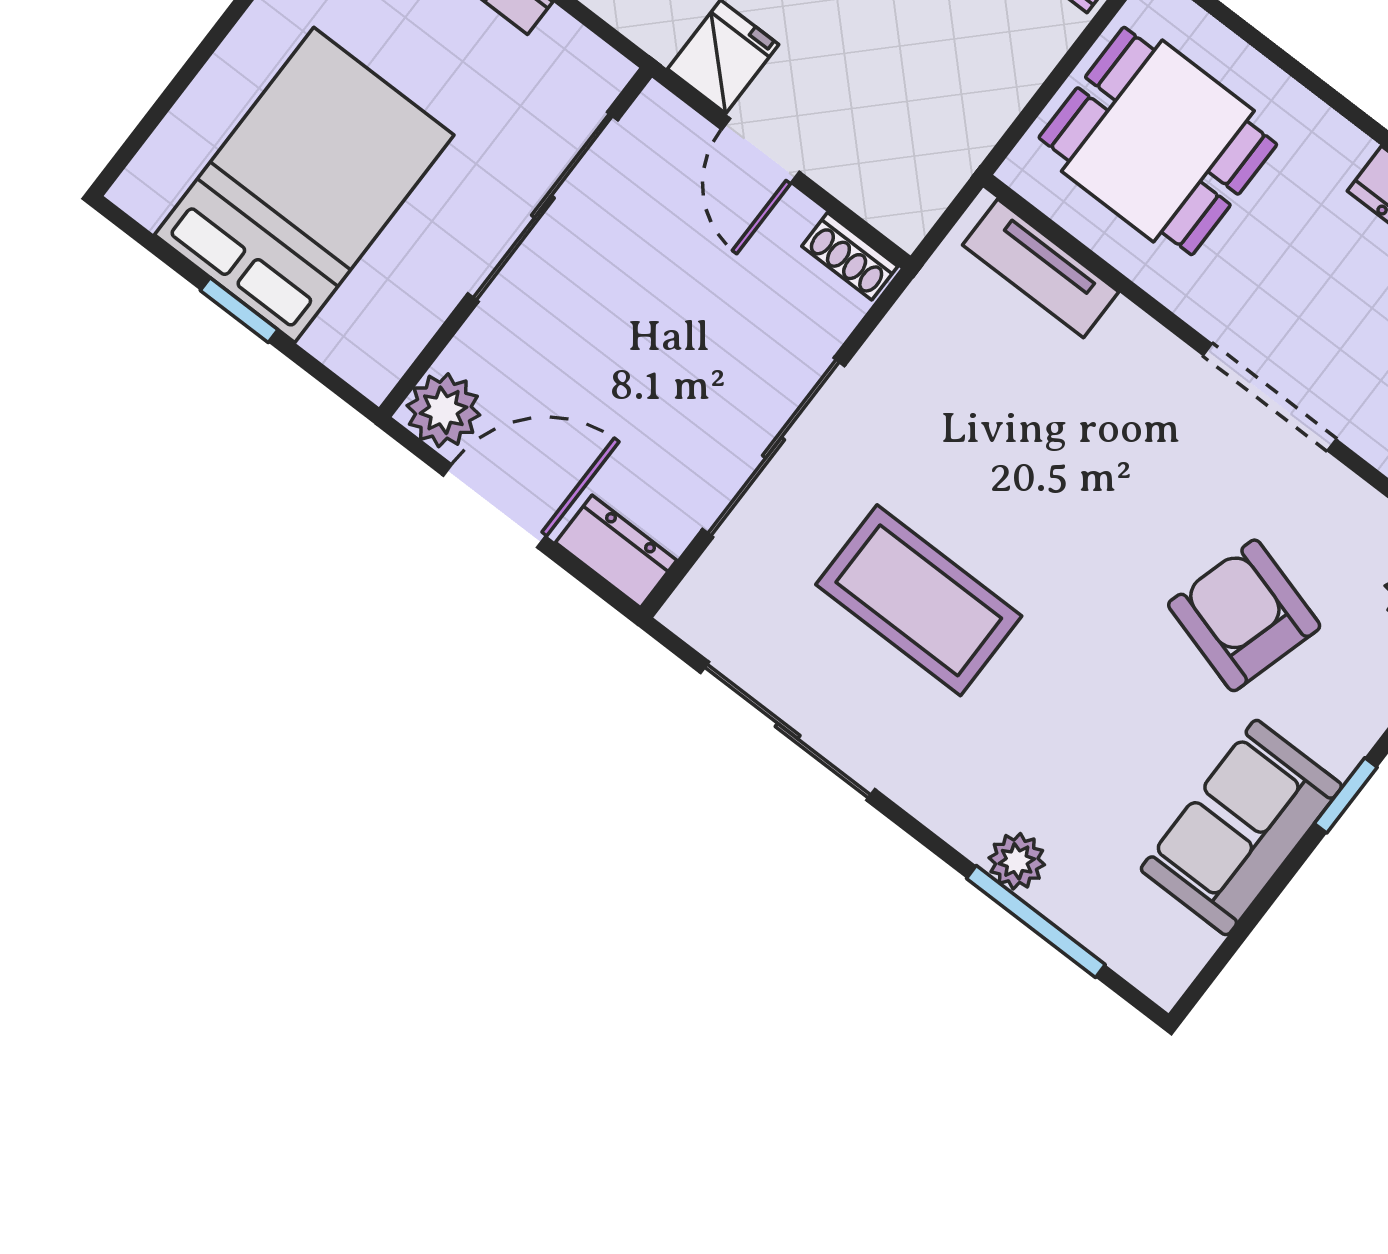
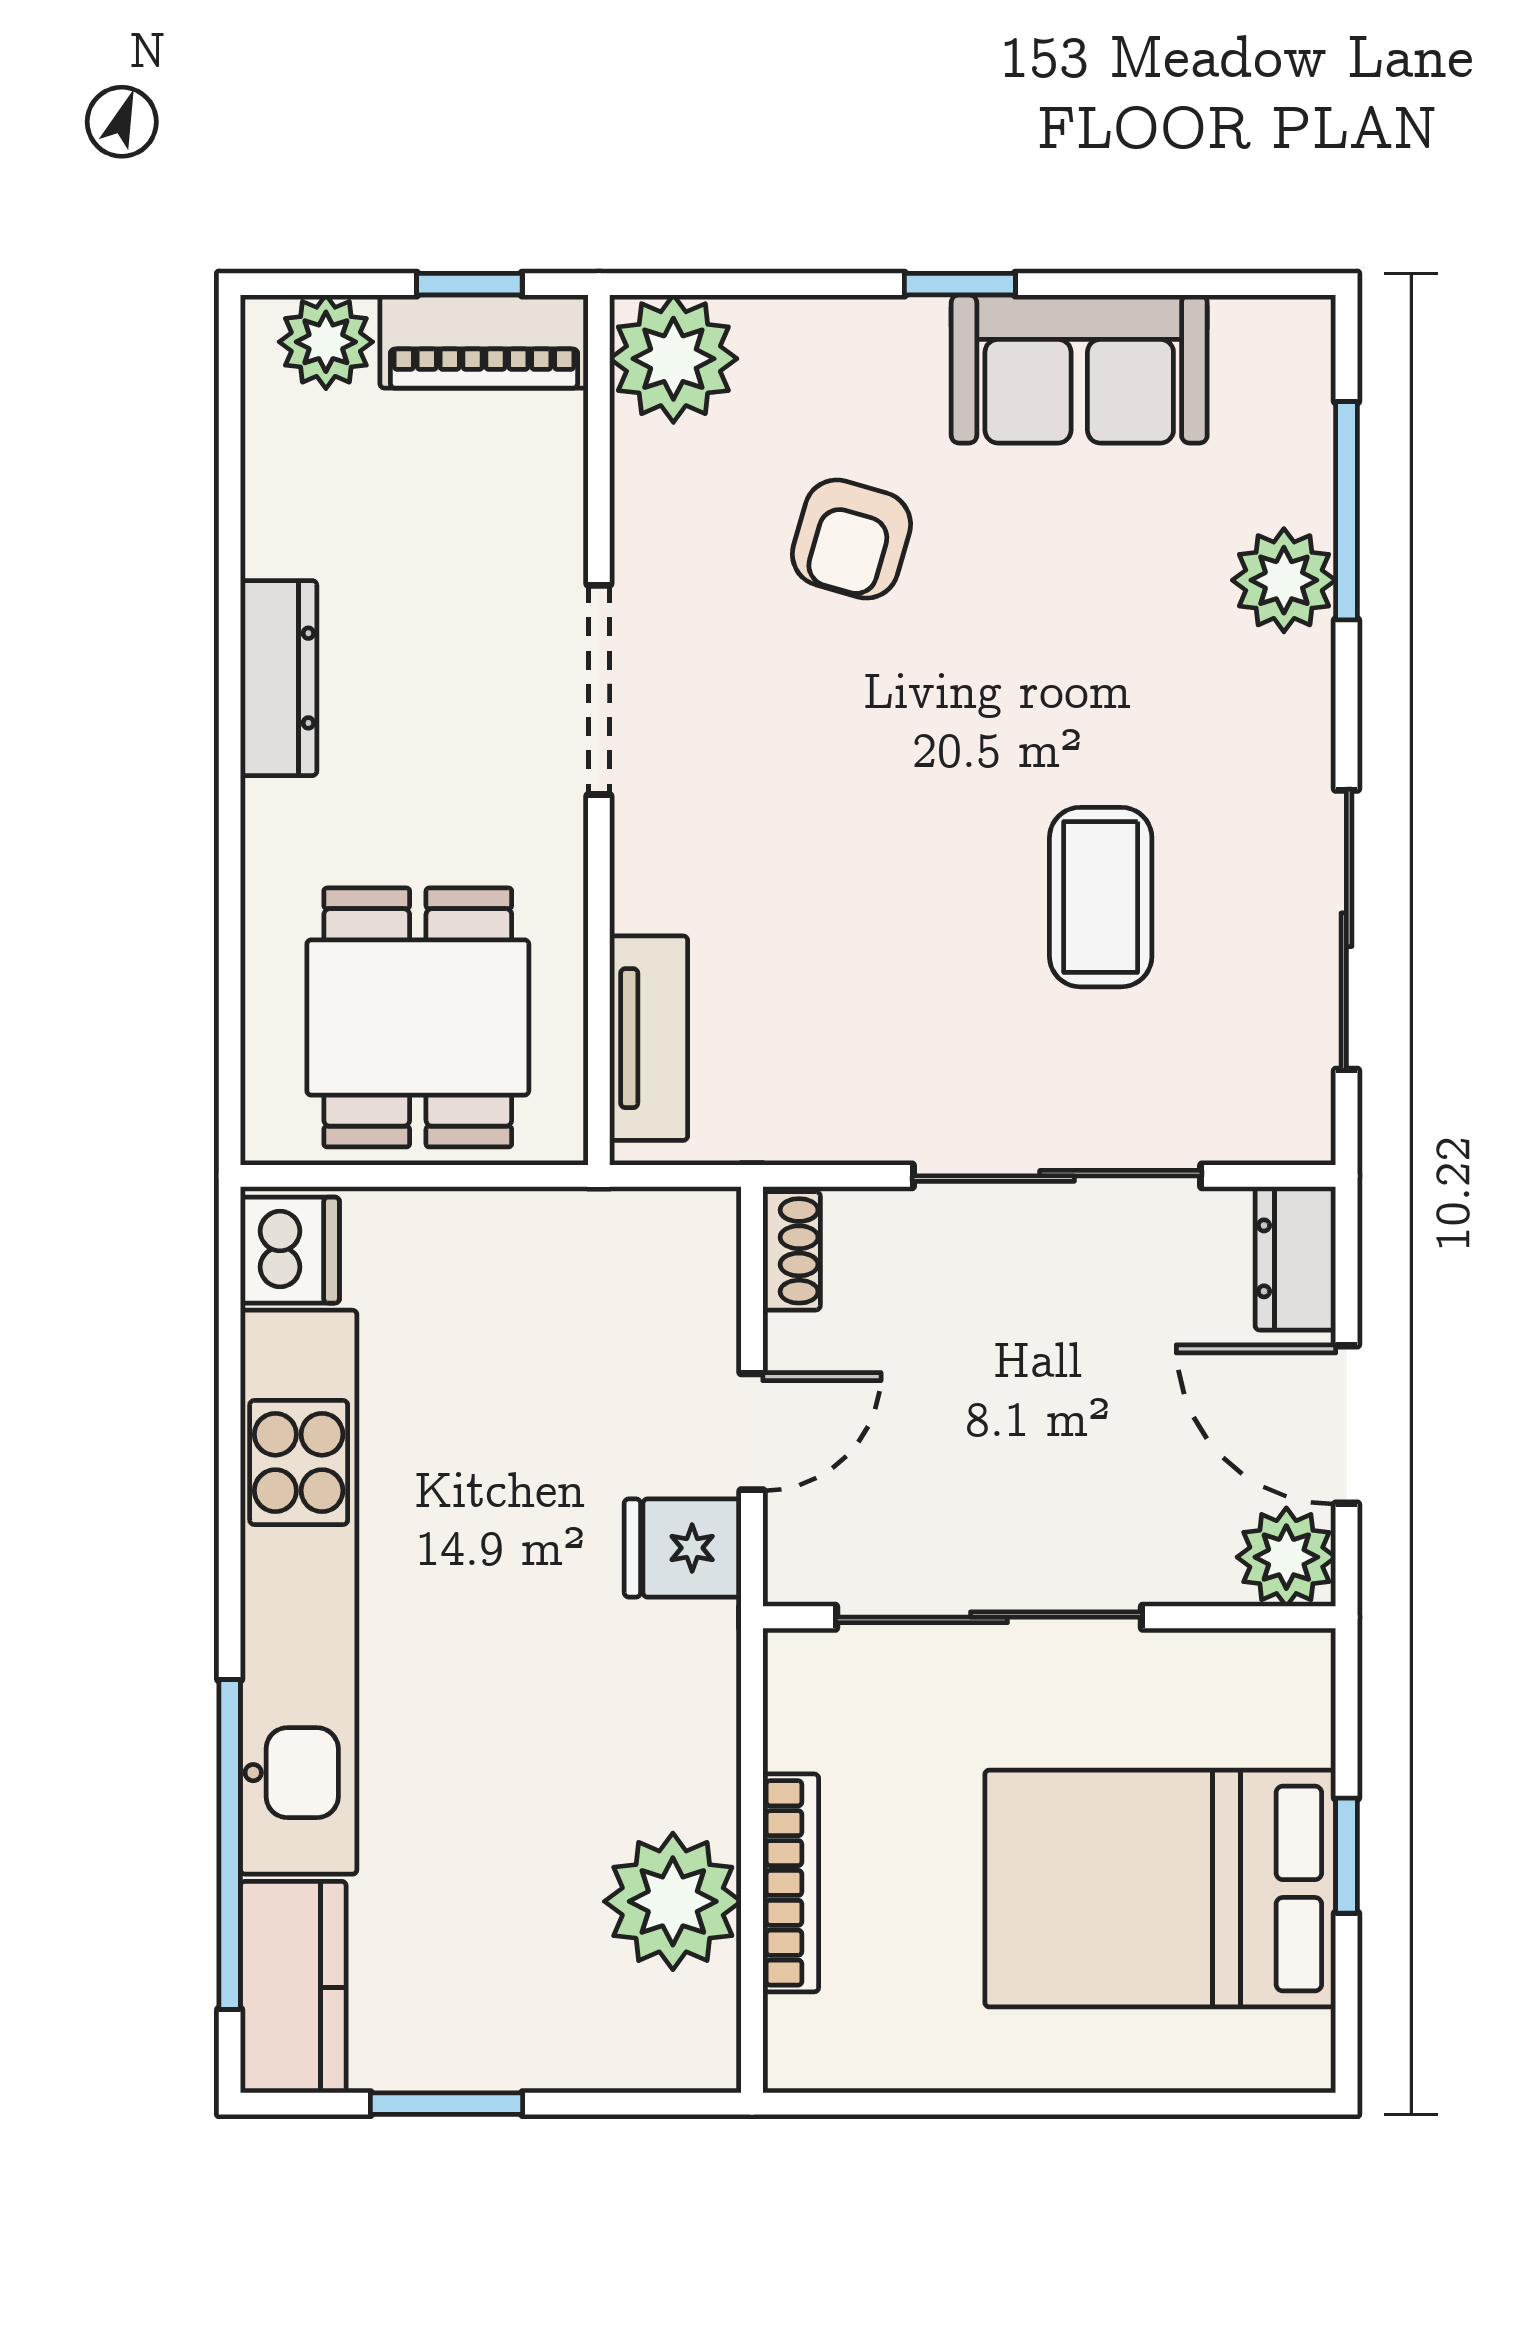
coffee table: (919, 600) -> (1101, 897), width x0.73, depth x0.76
armchair: (1244, 615) -> (851, 539), width x0.72, depth x0.72
plant: (1017, 861) -> (1284, 580), width x1.38, depth x1.38

